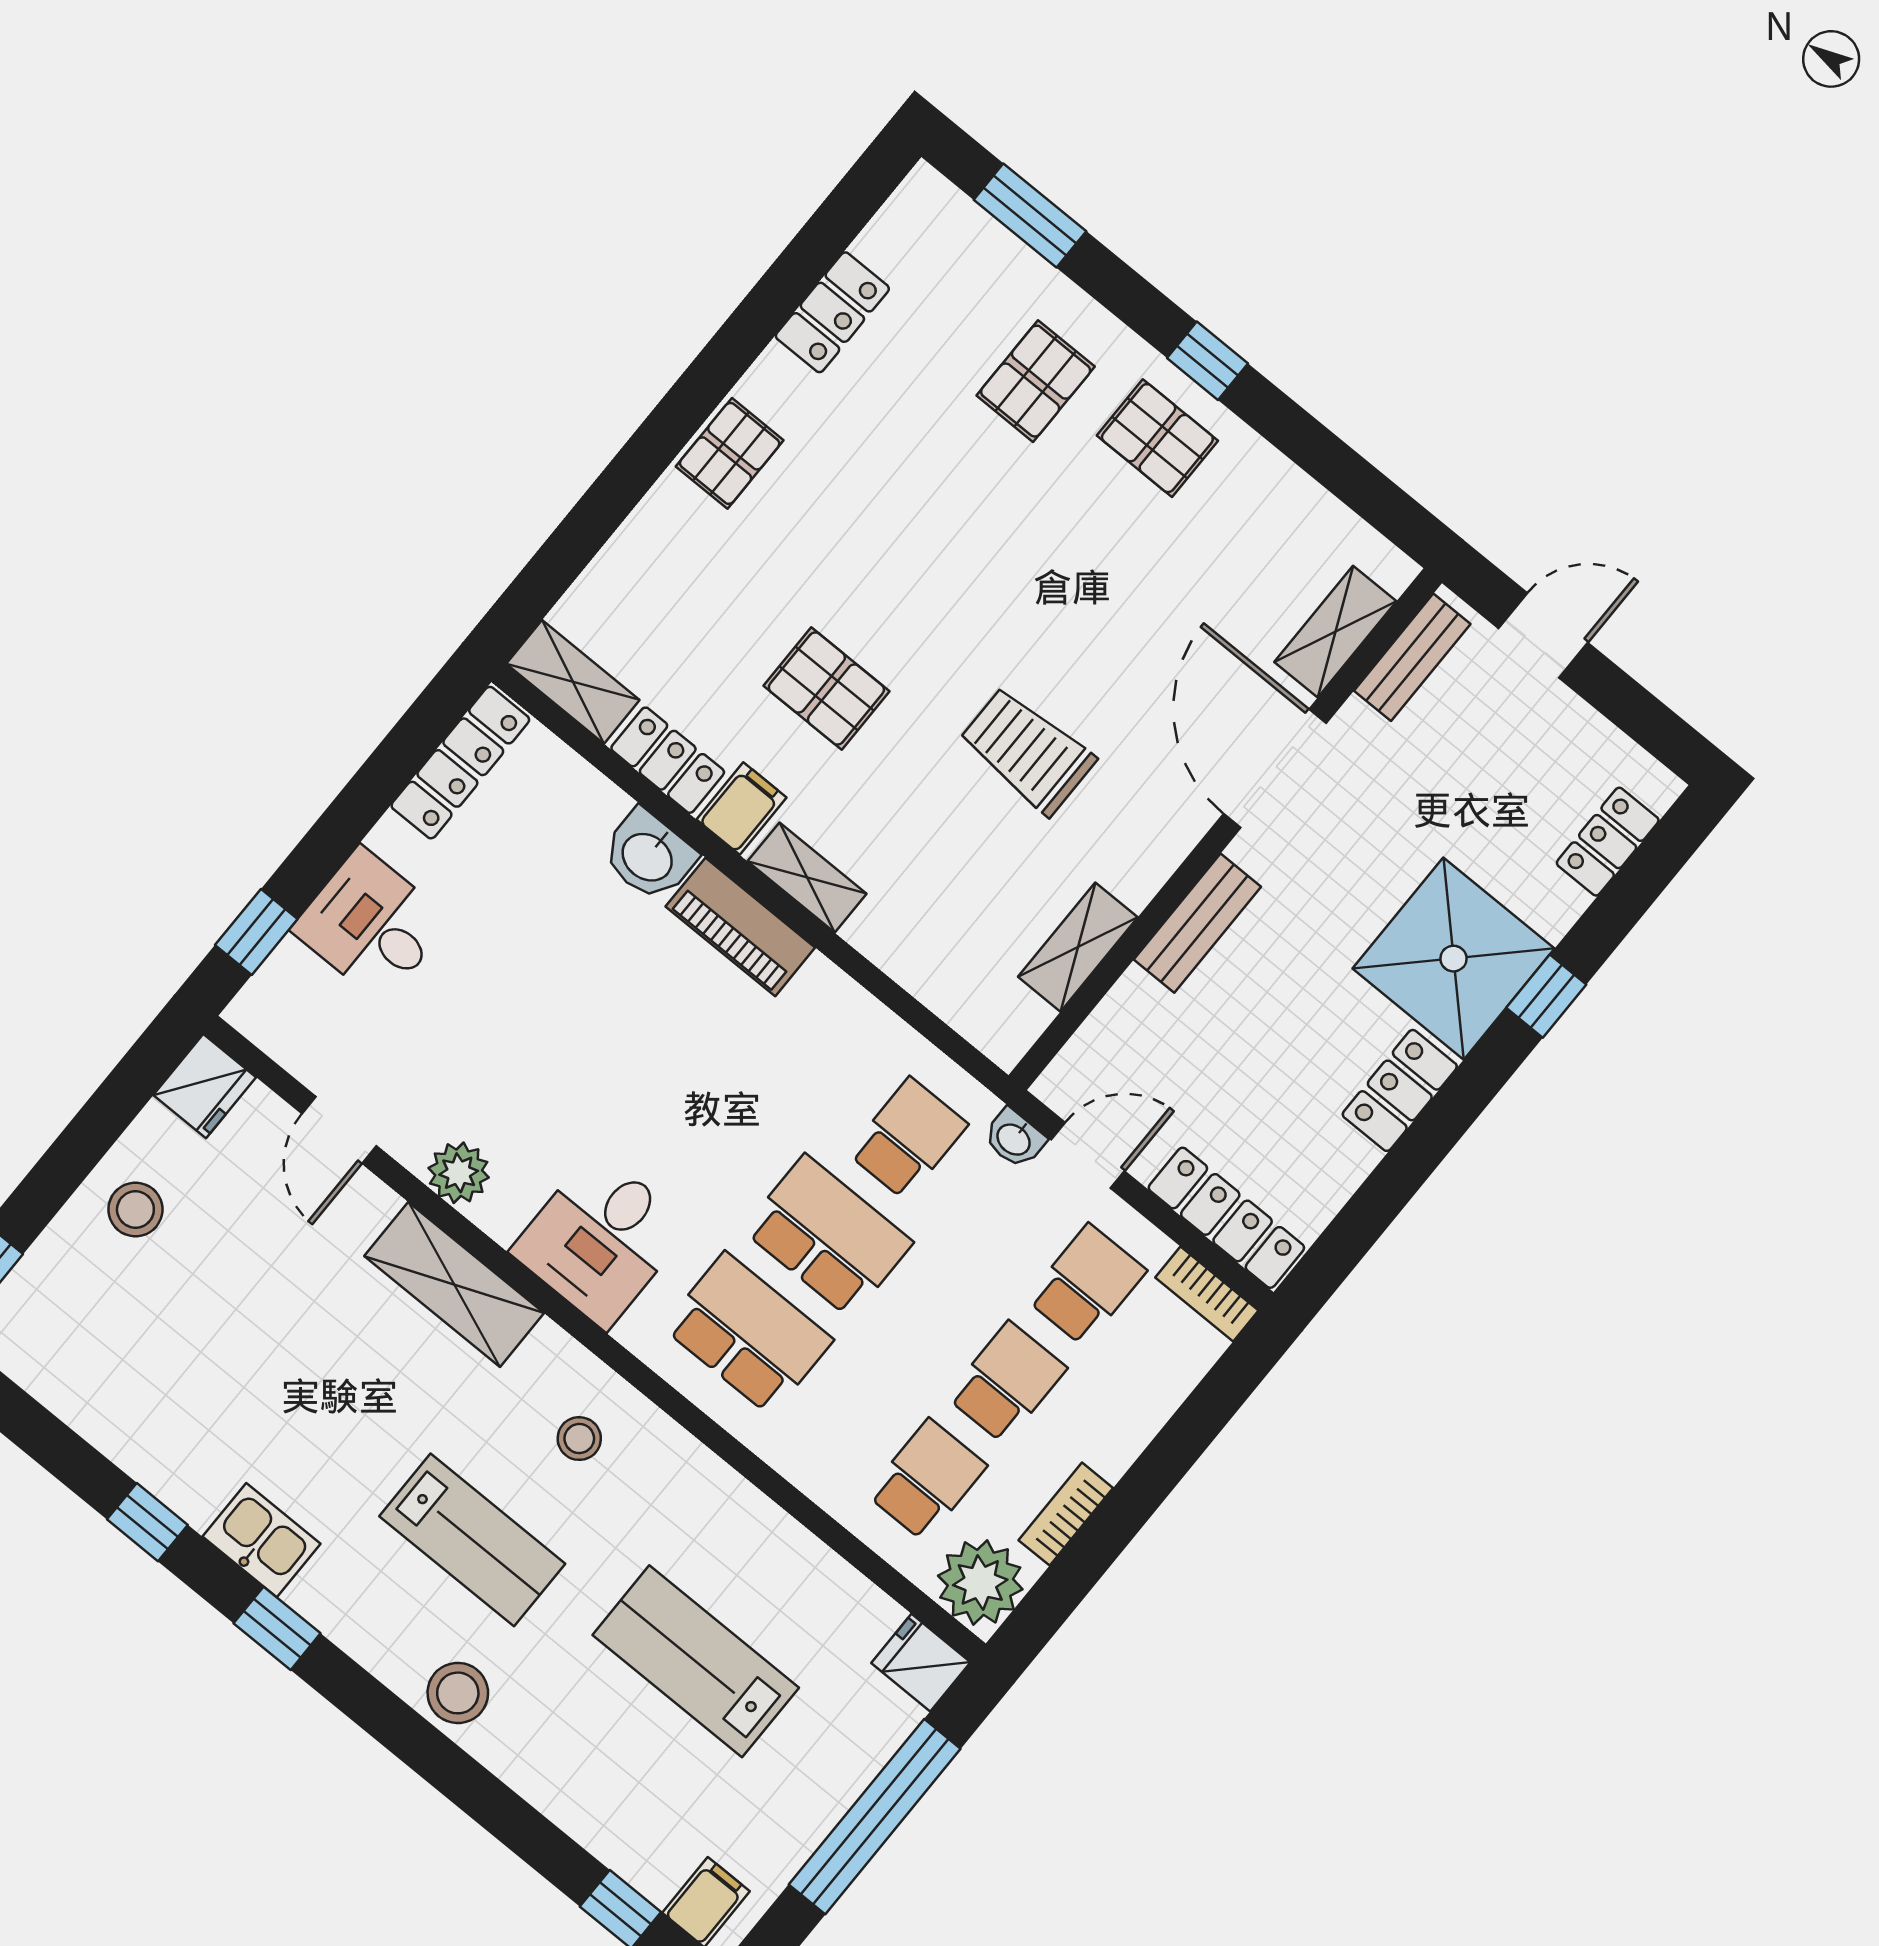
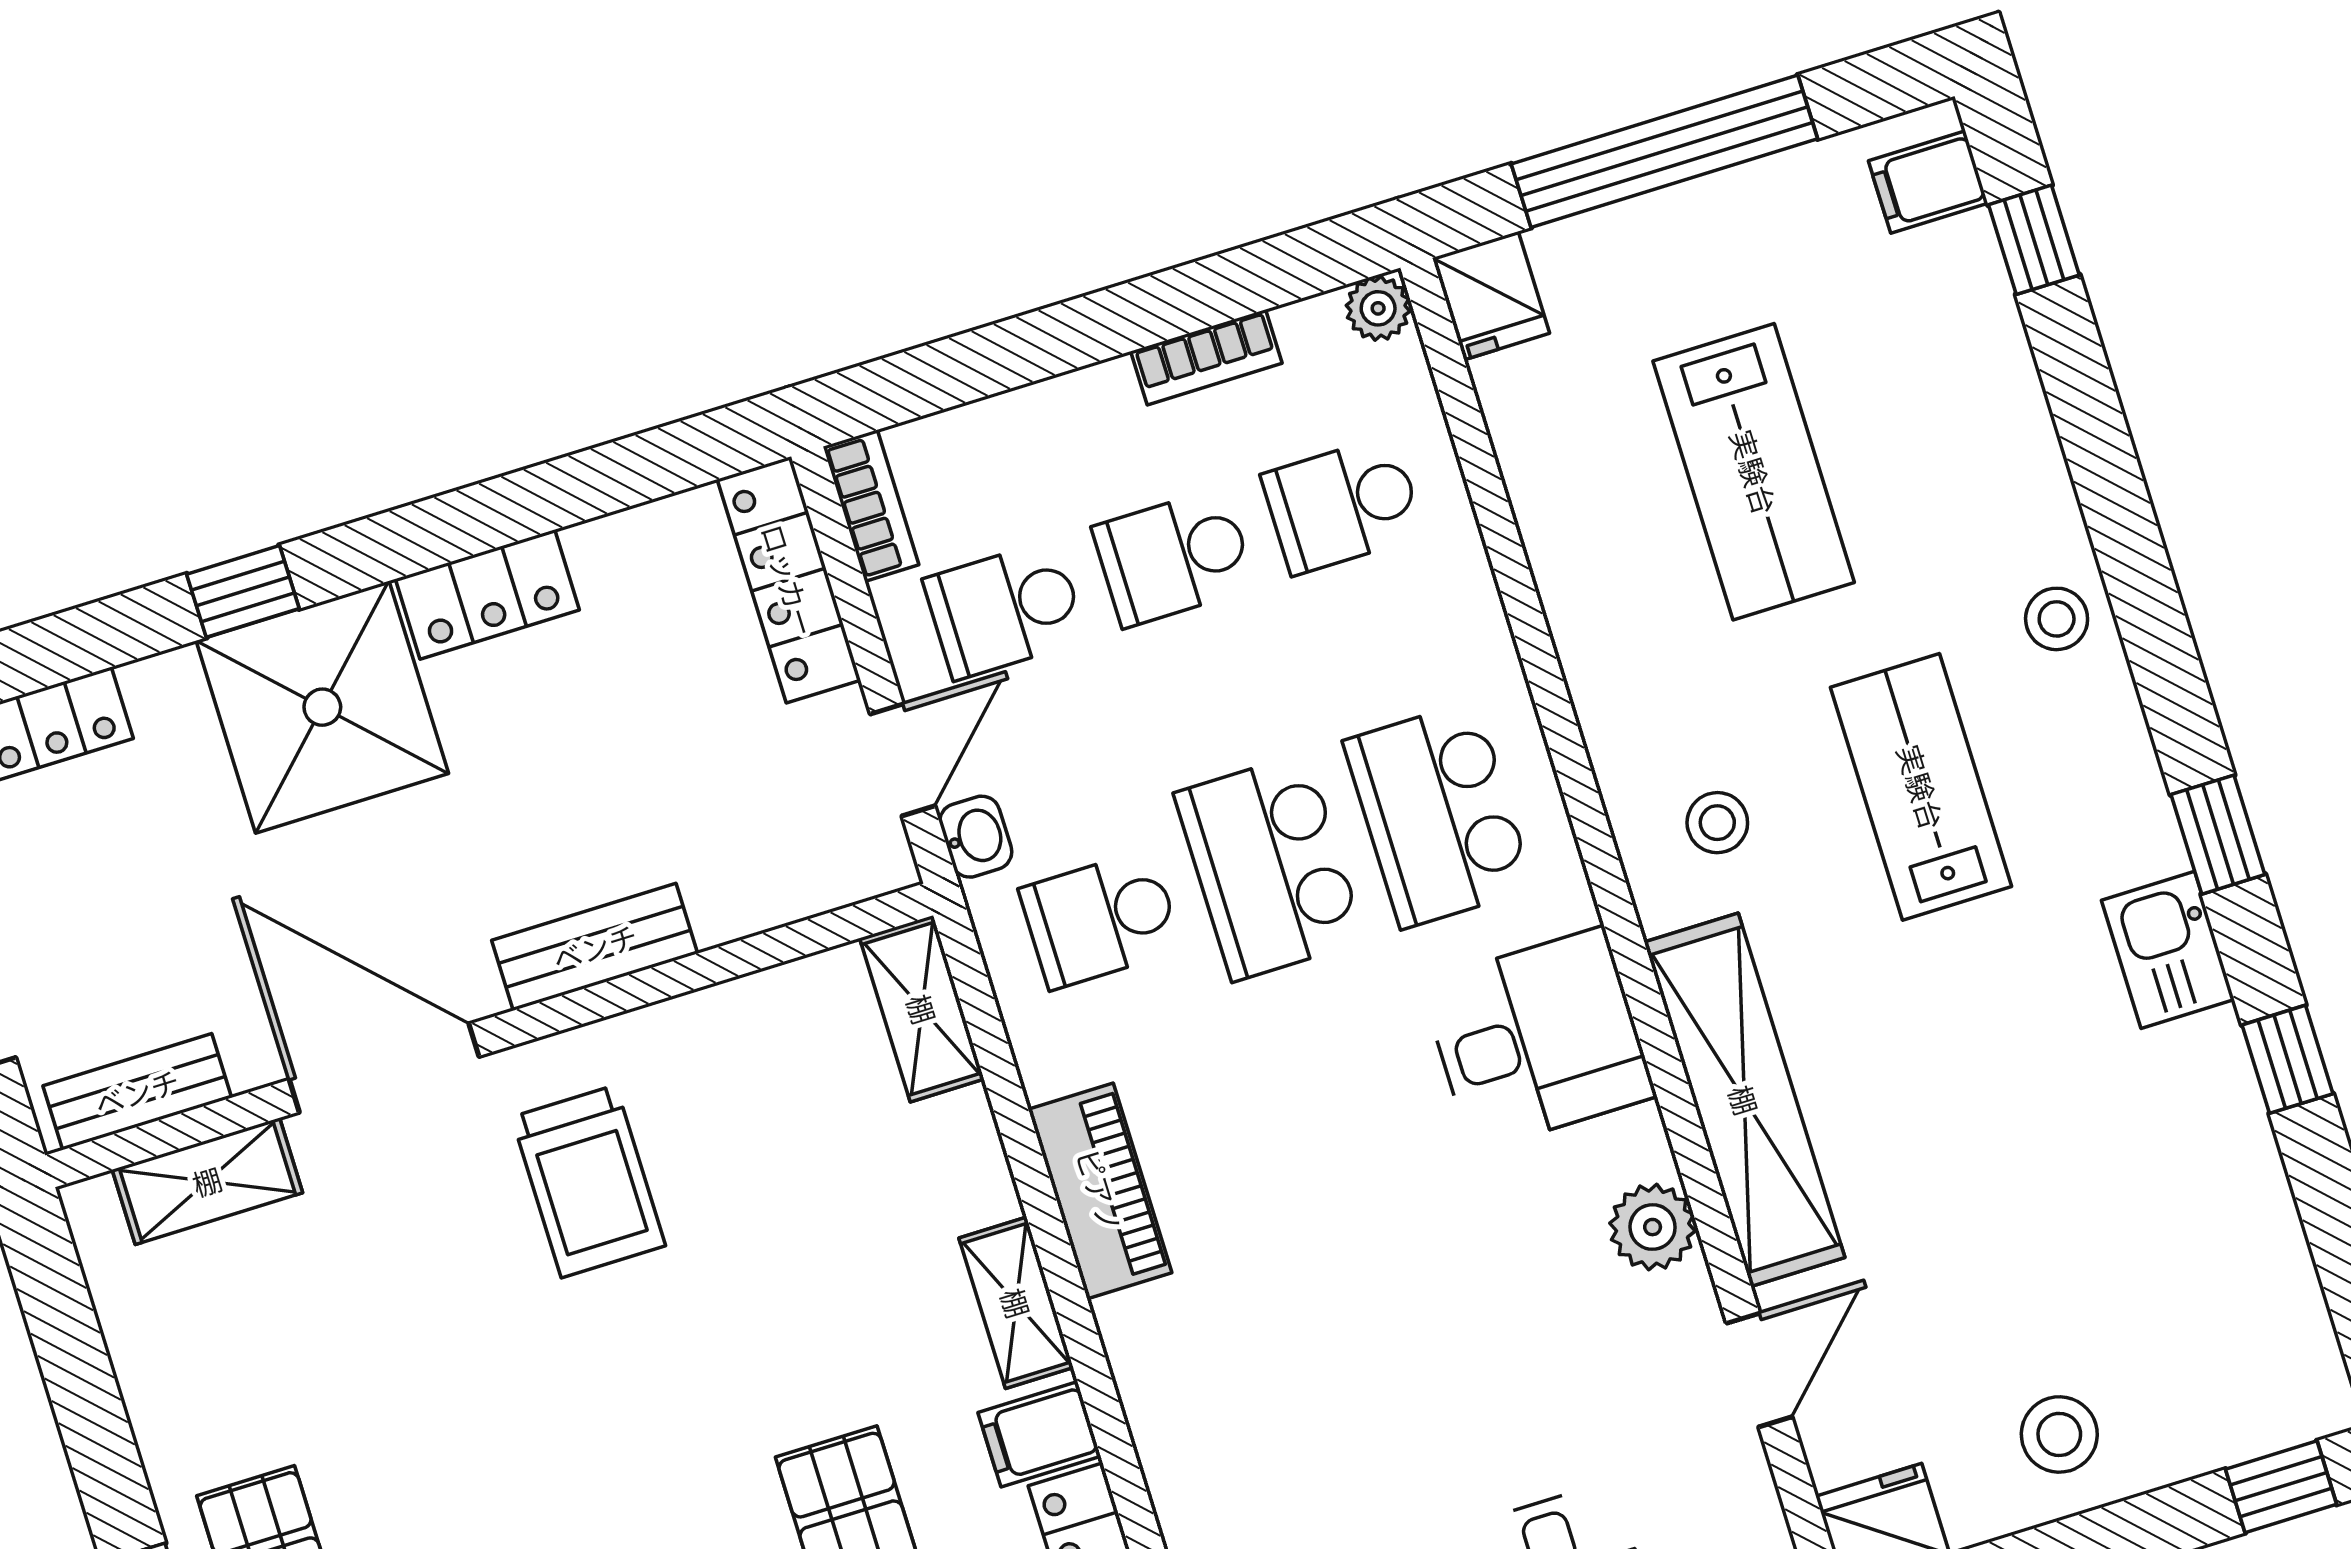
trolley: (1027, 751) -> (589, 1181), moved
door: (1275, 768) -> (384, 1068), swing flipped
washbasin: (648, 856) -> (1185, 1451), removed
piano: (740, 927) -> (1100, 1191), moved
shelving: (1078, 947) -> (922, 1009), moved, turned 90
door: (1088, 1155) -> (903, 760), swing flipped
shelving: (454, 1285) -> (1744, 1100), width x1.47
plant: (980, 1582) -> (1378, 308), width x0.53, depth x0.53
stool: (458, 1693) -> (2057, 619), width x0.73, depth x0.73

